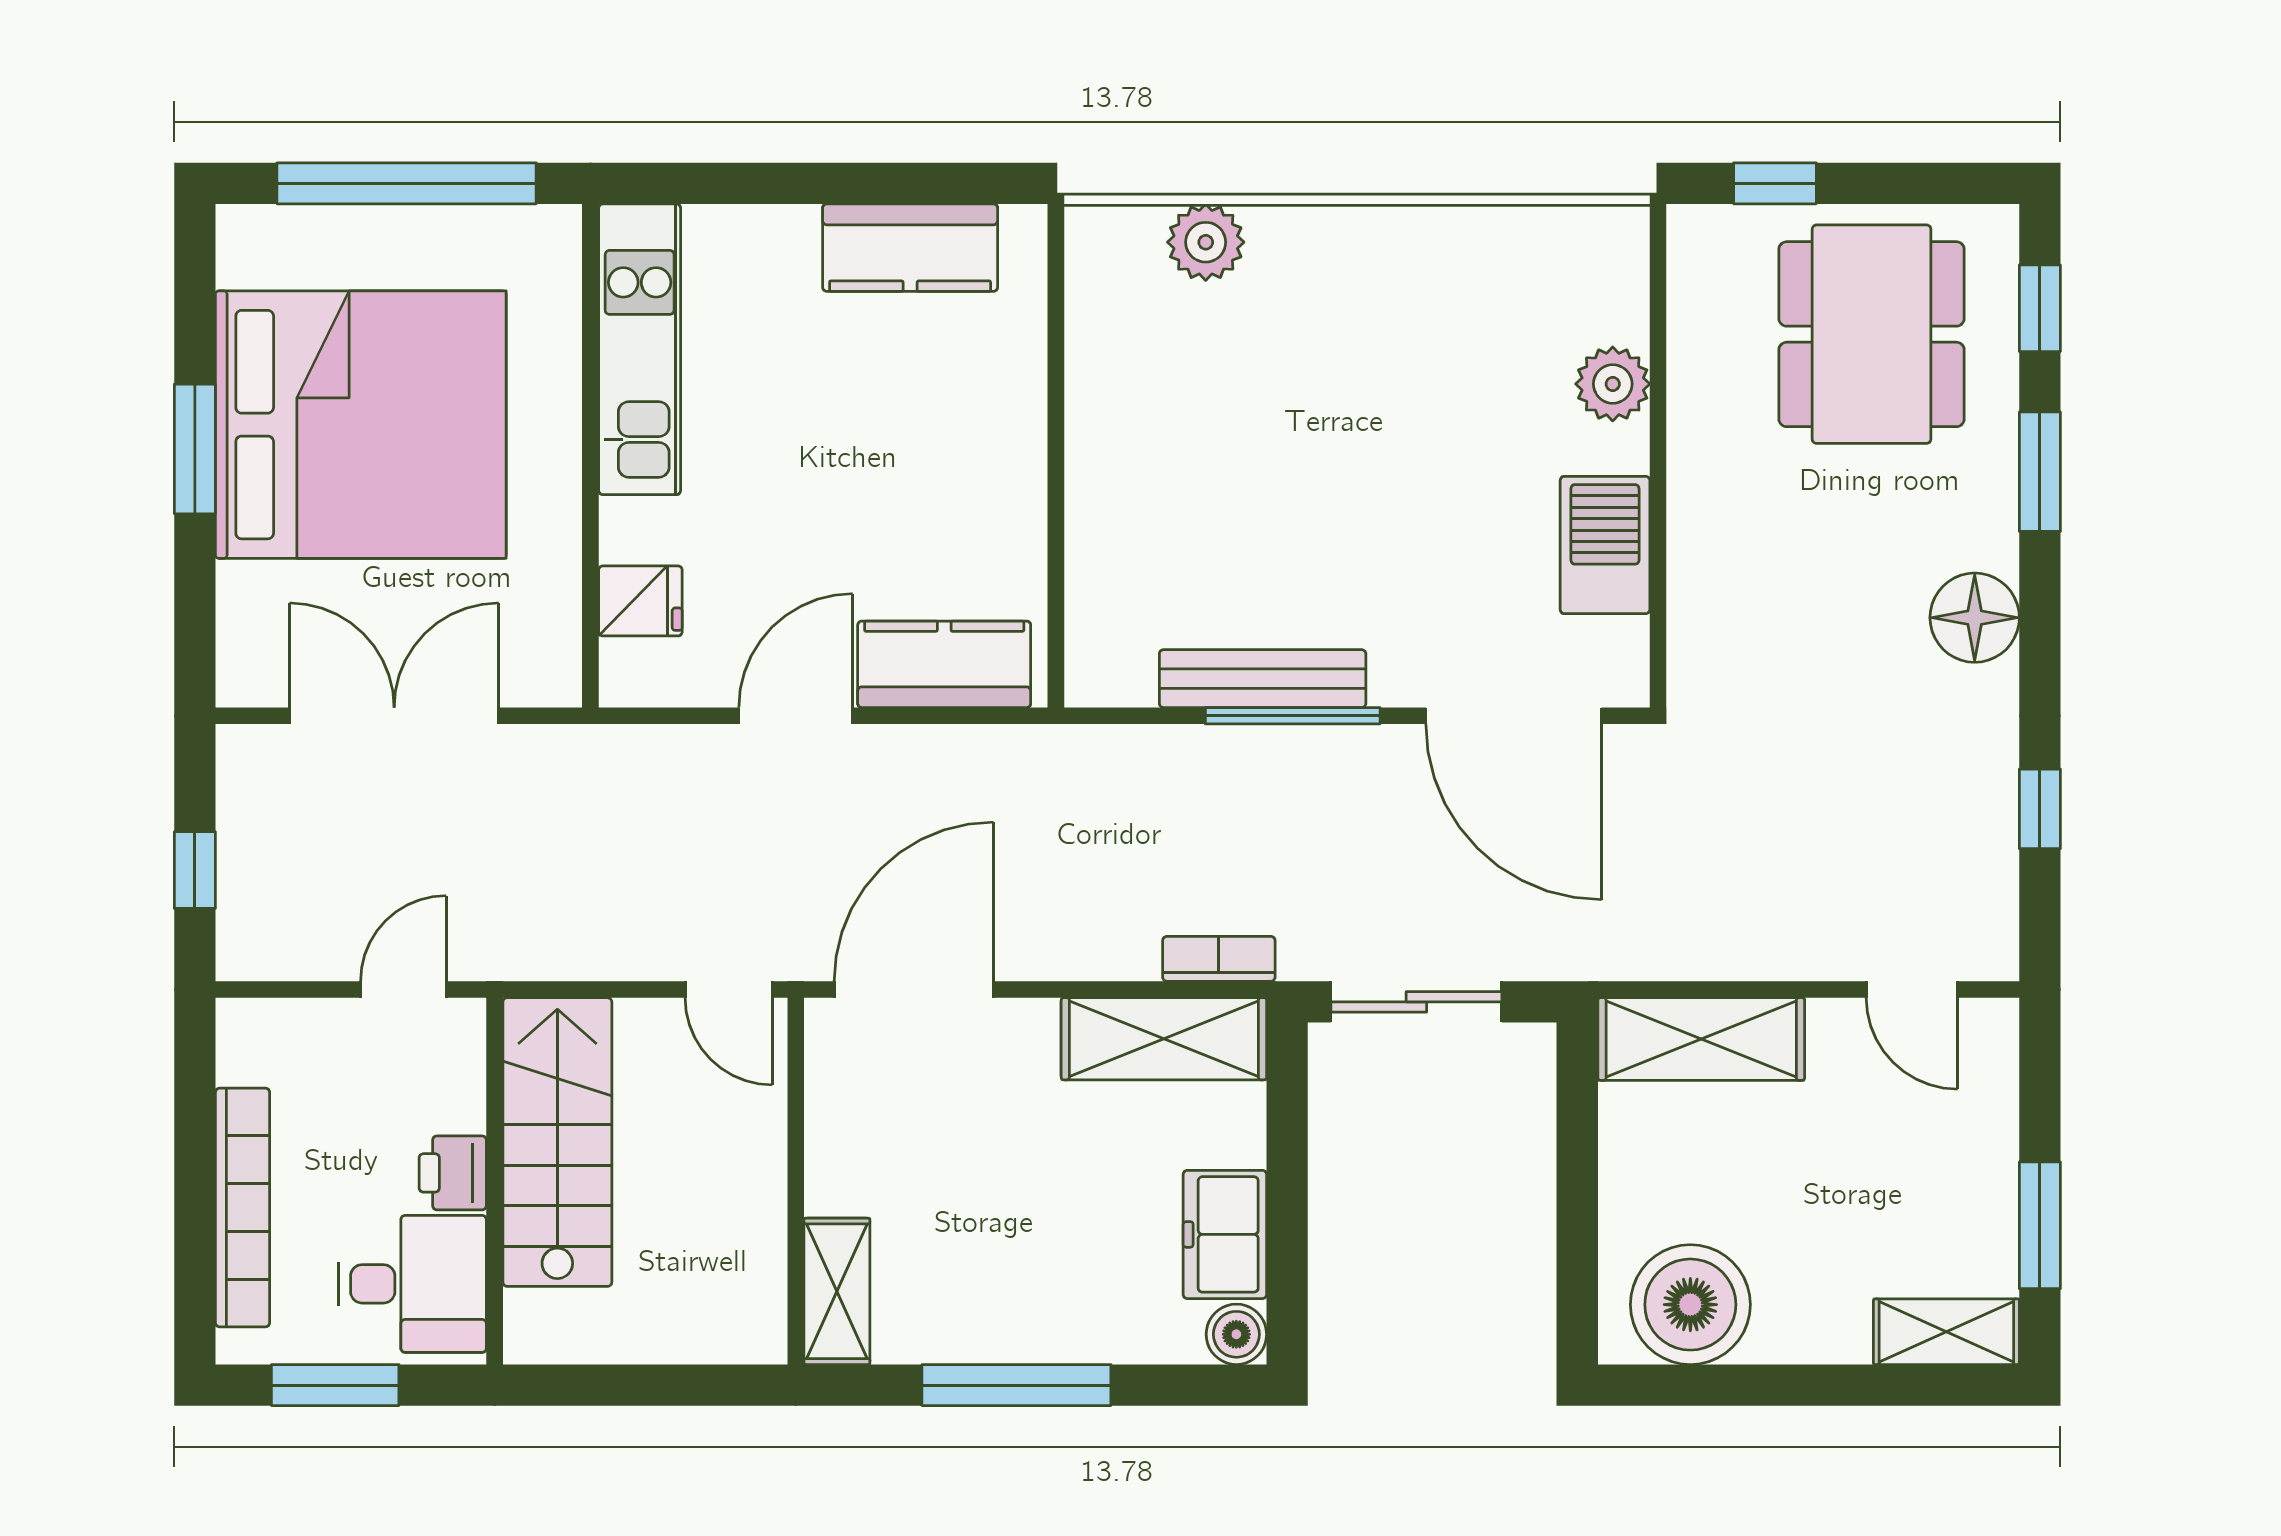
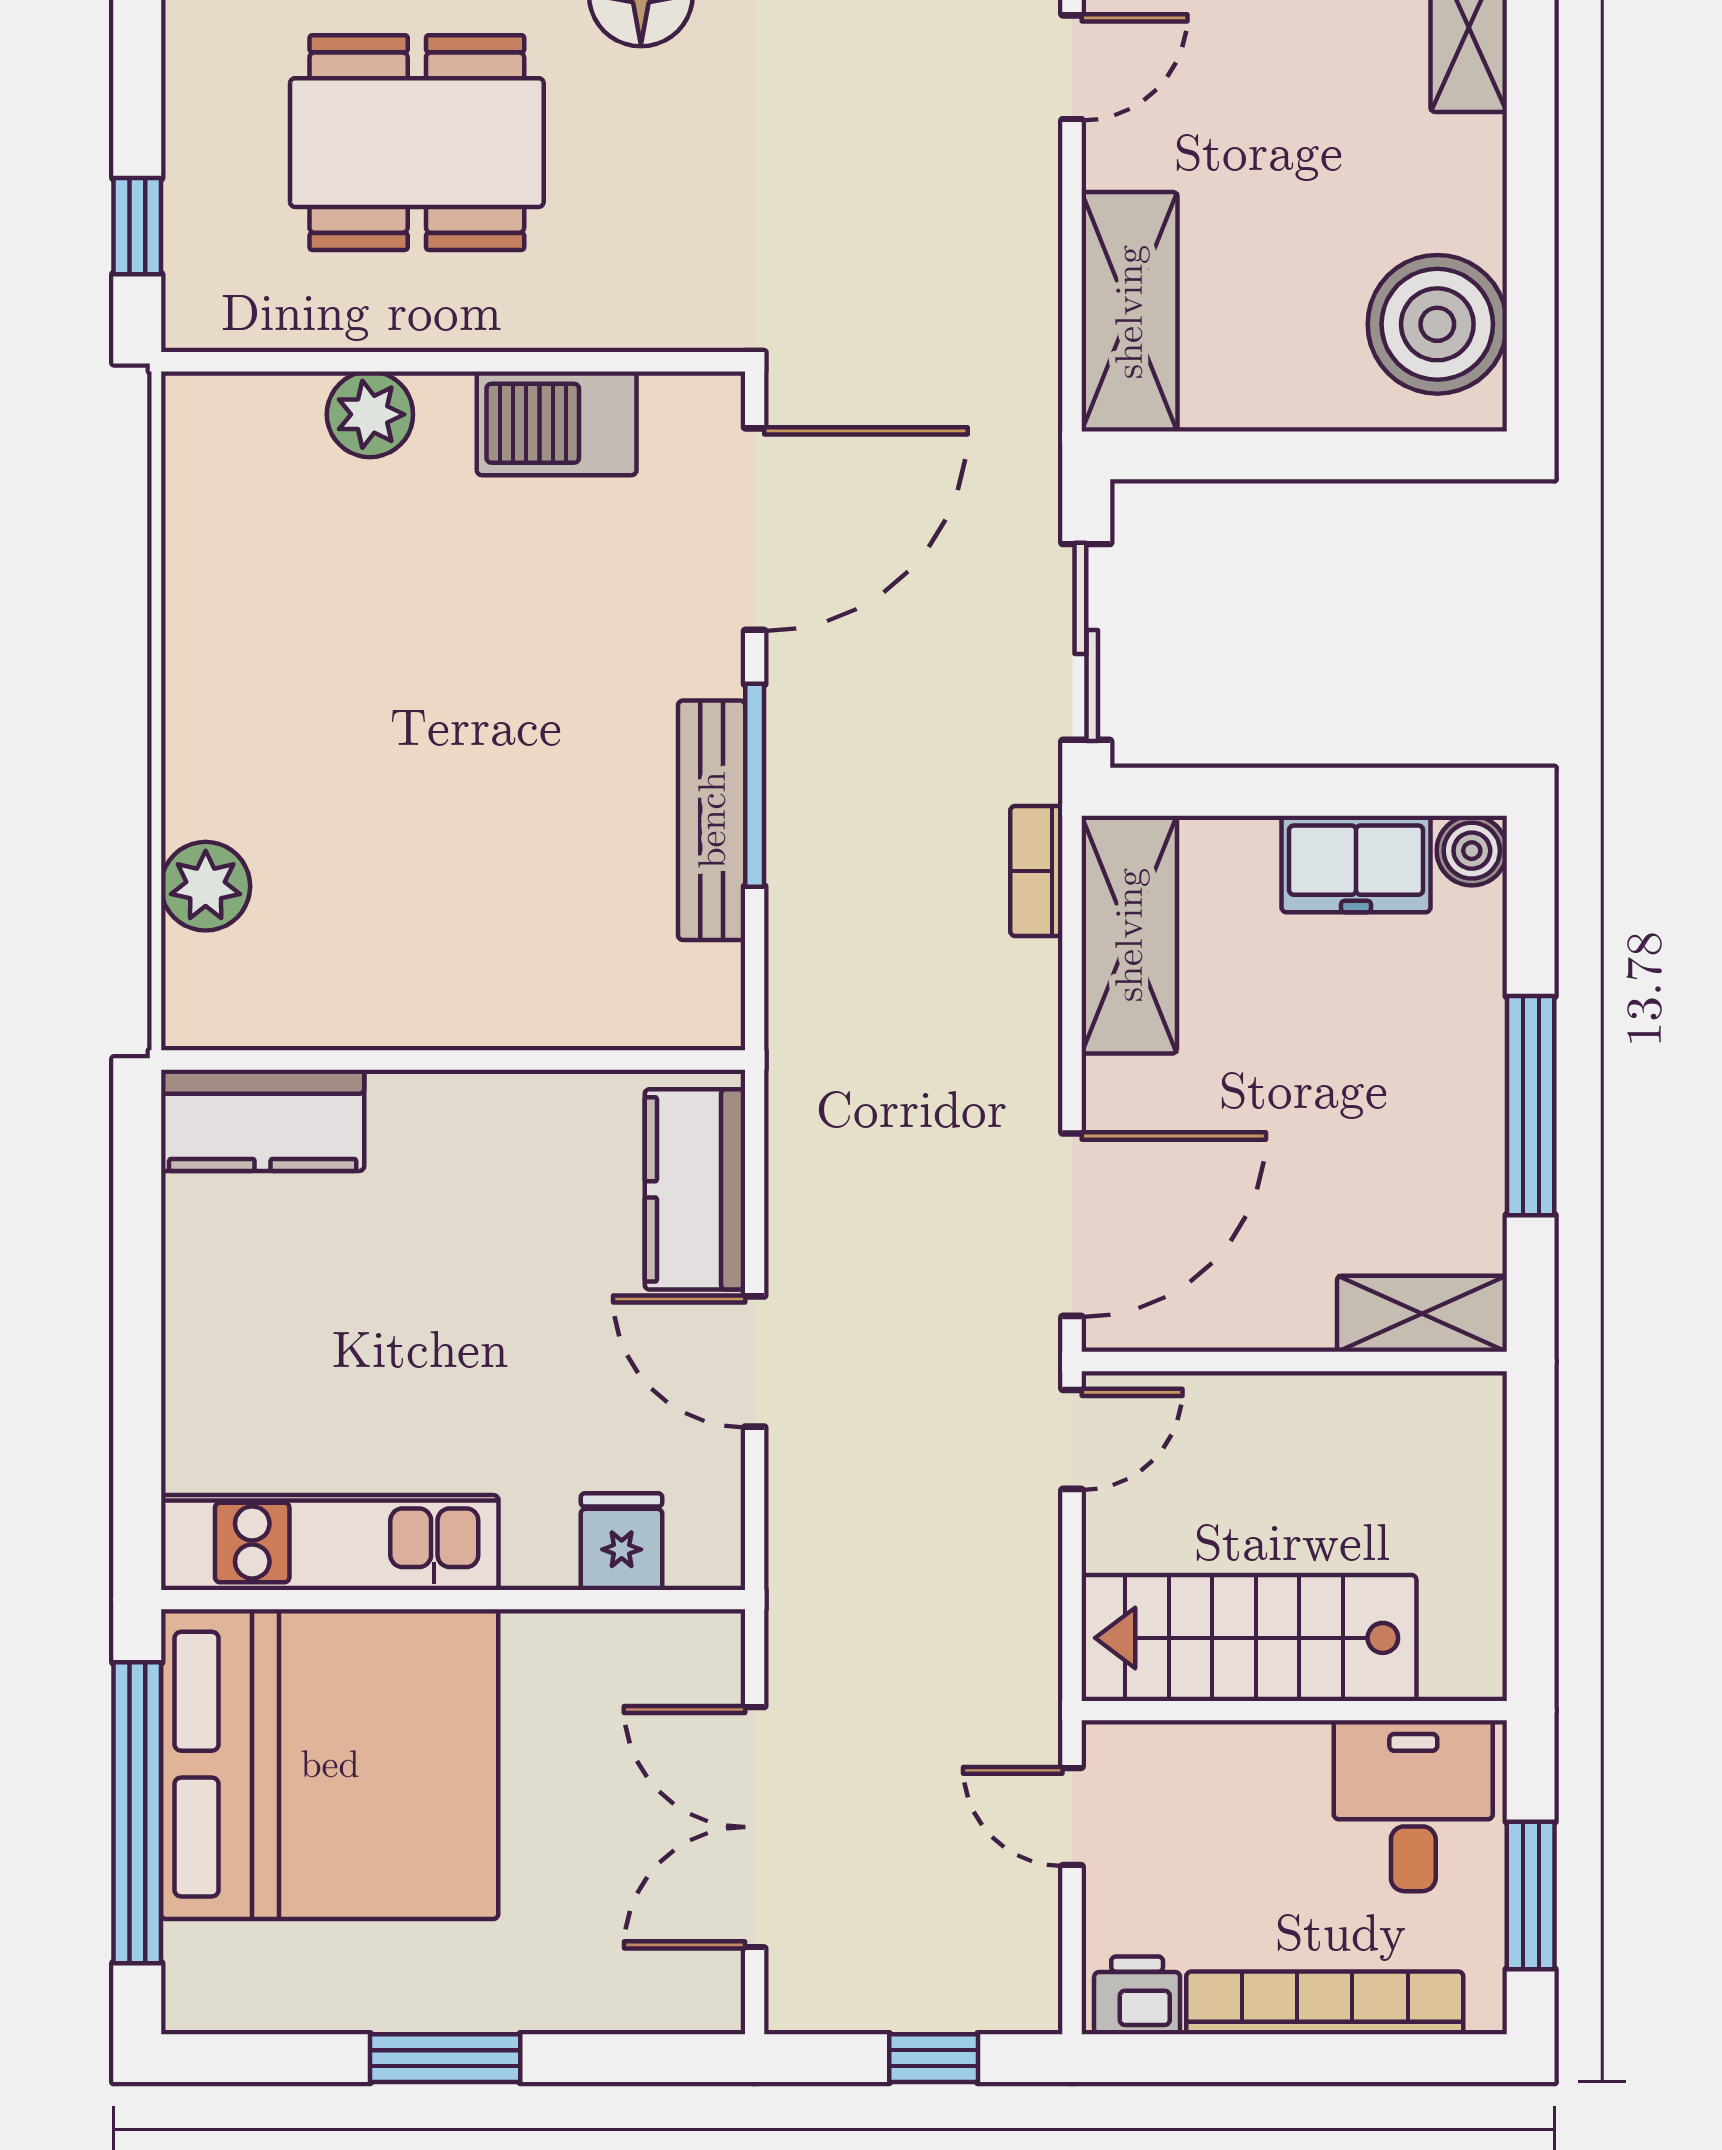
kitchen counter: (910, 248) -> (263, 1120), moved, turned 90
dining table: (1872, 334) -> (417, 143), moved
bed: (361, 425) -> (330, 1764), moved, turned 90
door: (914, 989) -> (1072, 1225), swing flipped
printer: (453, 1173) -> (1137, 1995), moved, turned 180

